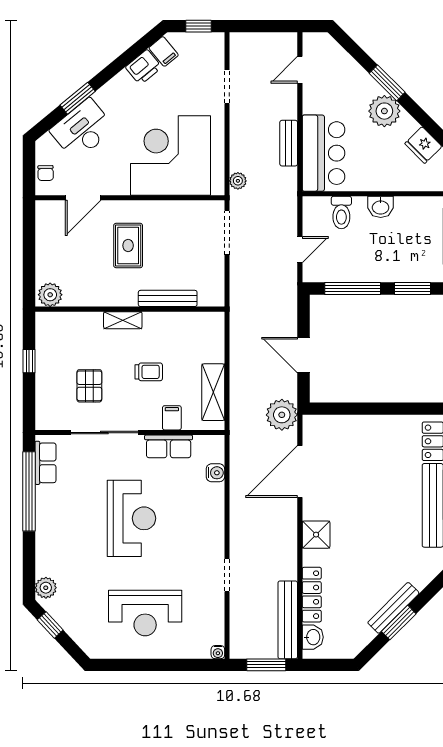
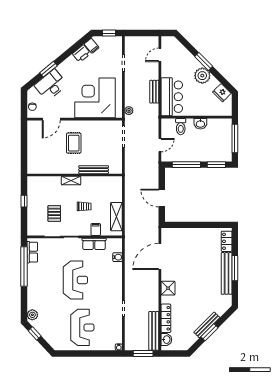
plant: (50, 295) -> (35, 168), removed
plant: (282, 415) -> (151, 228), removed
reception desk: (145, 613) -> (82, 327), turned -90

